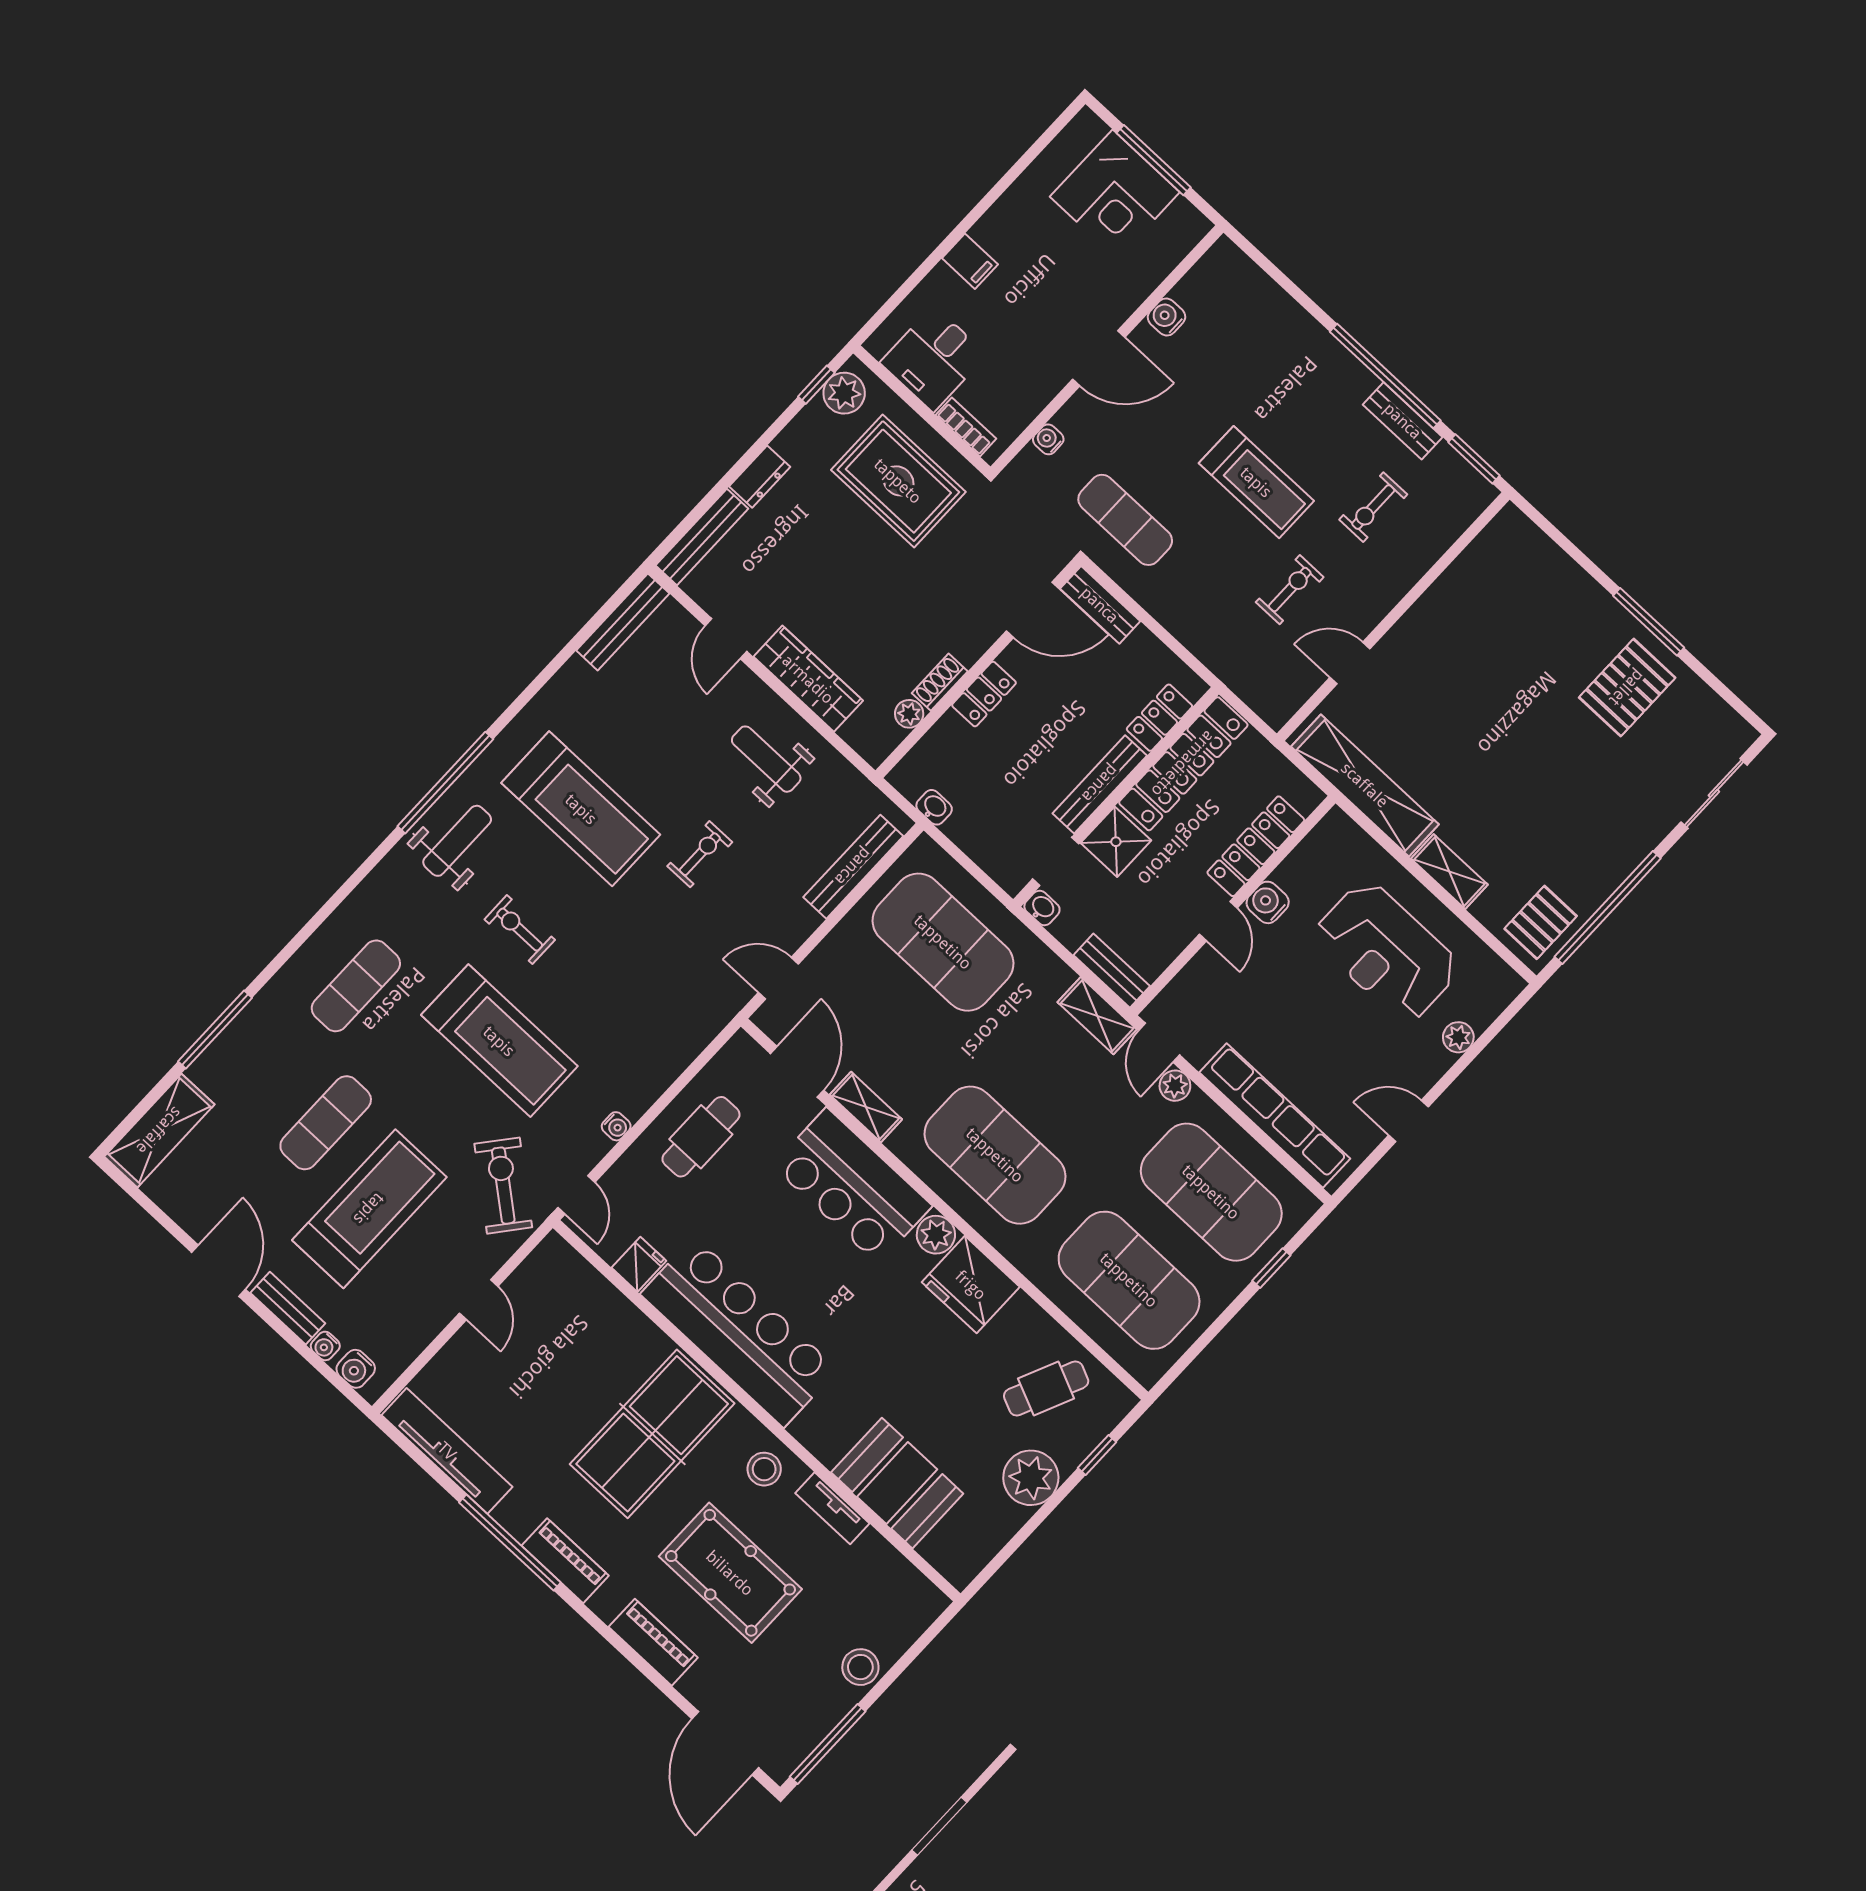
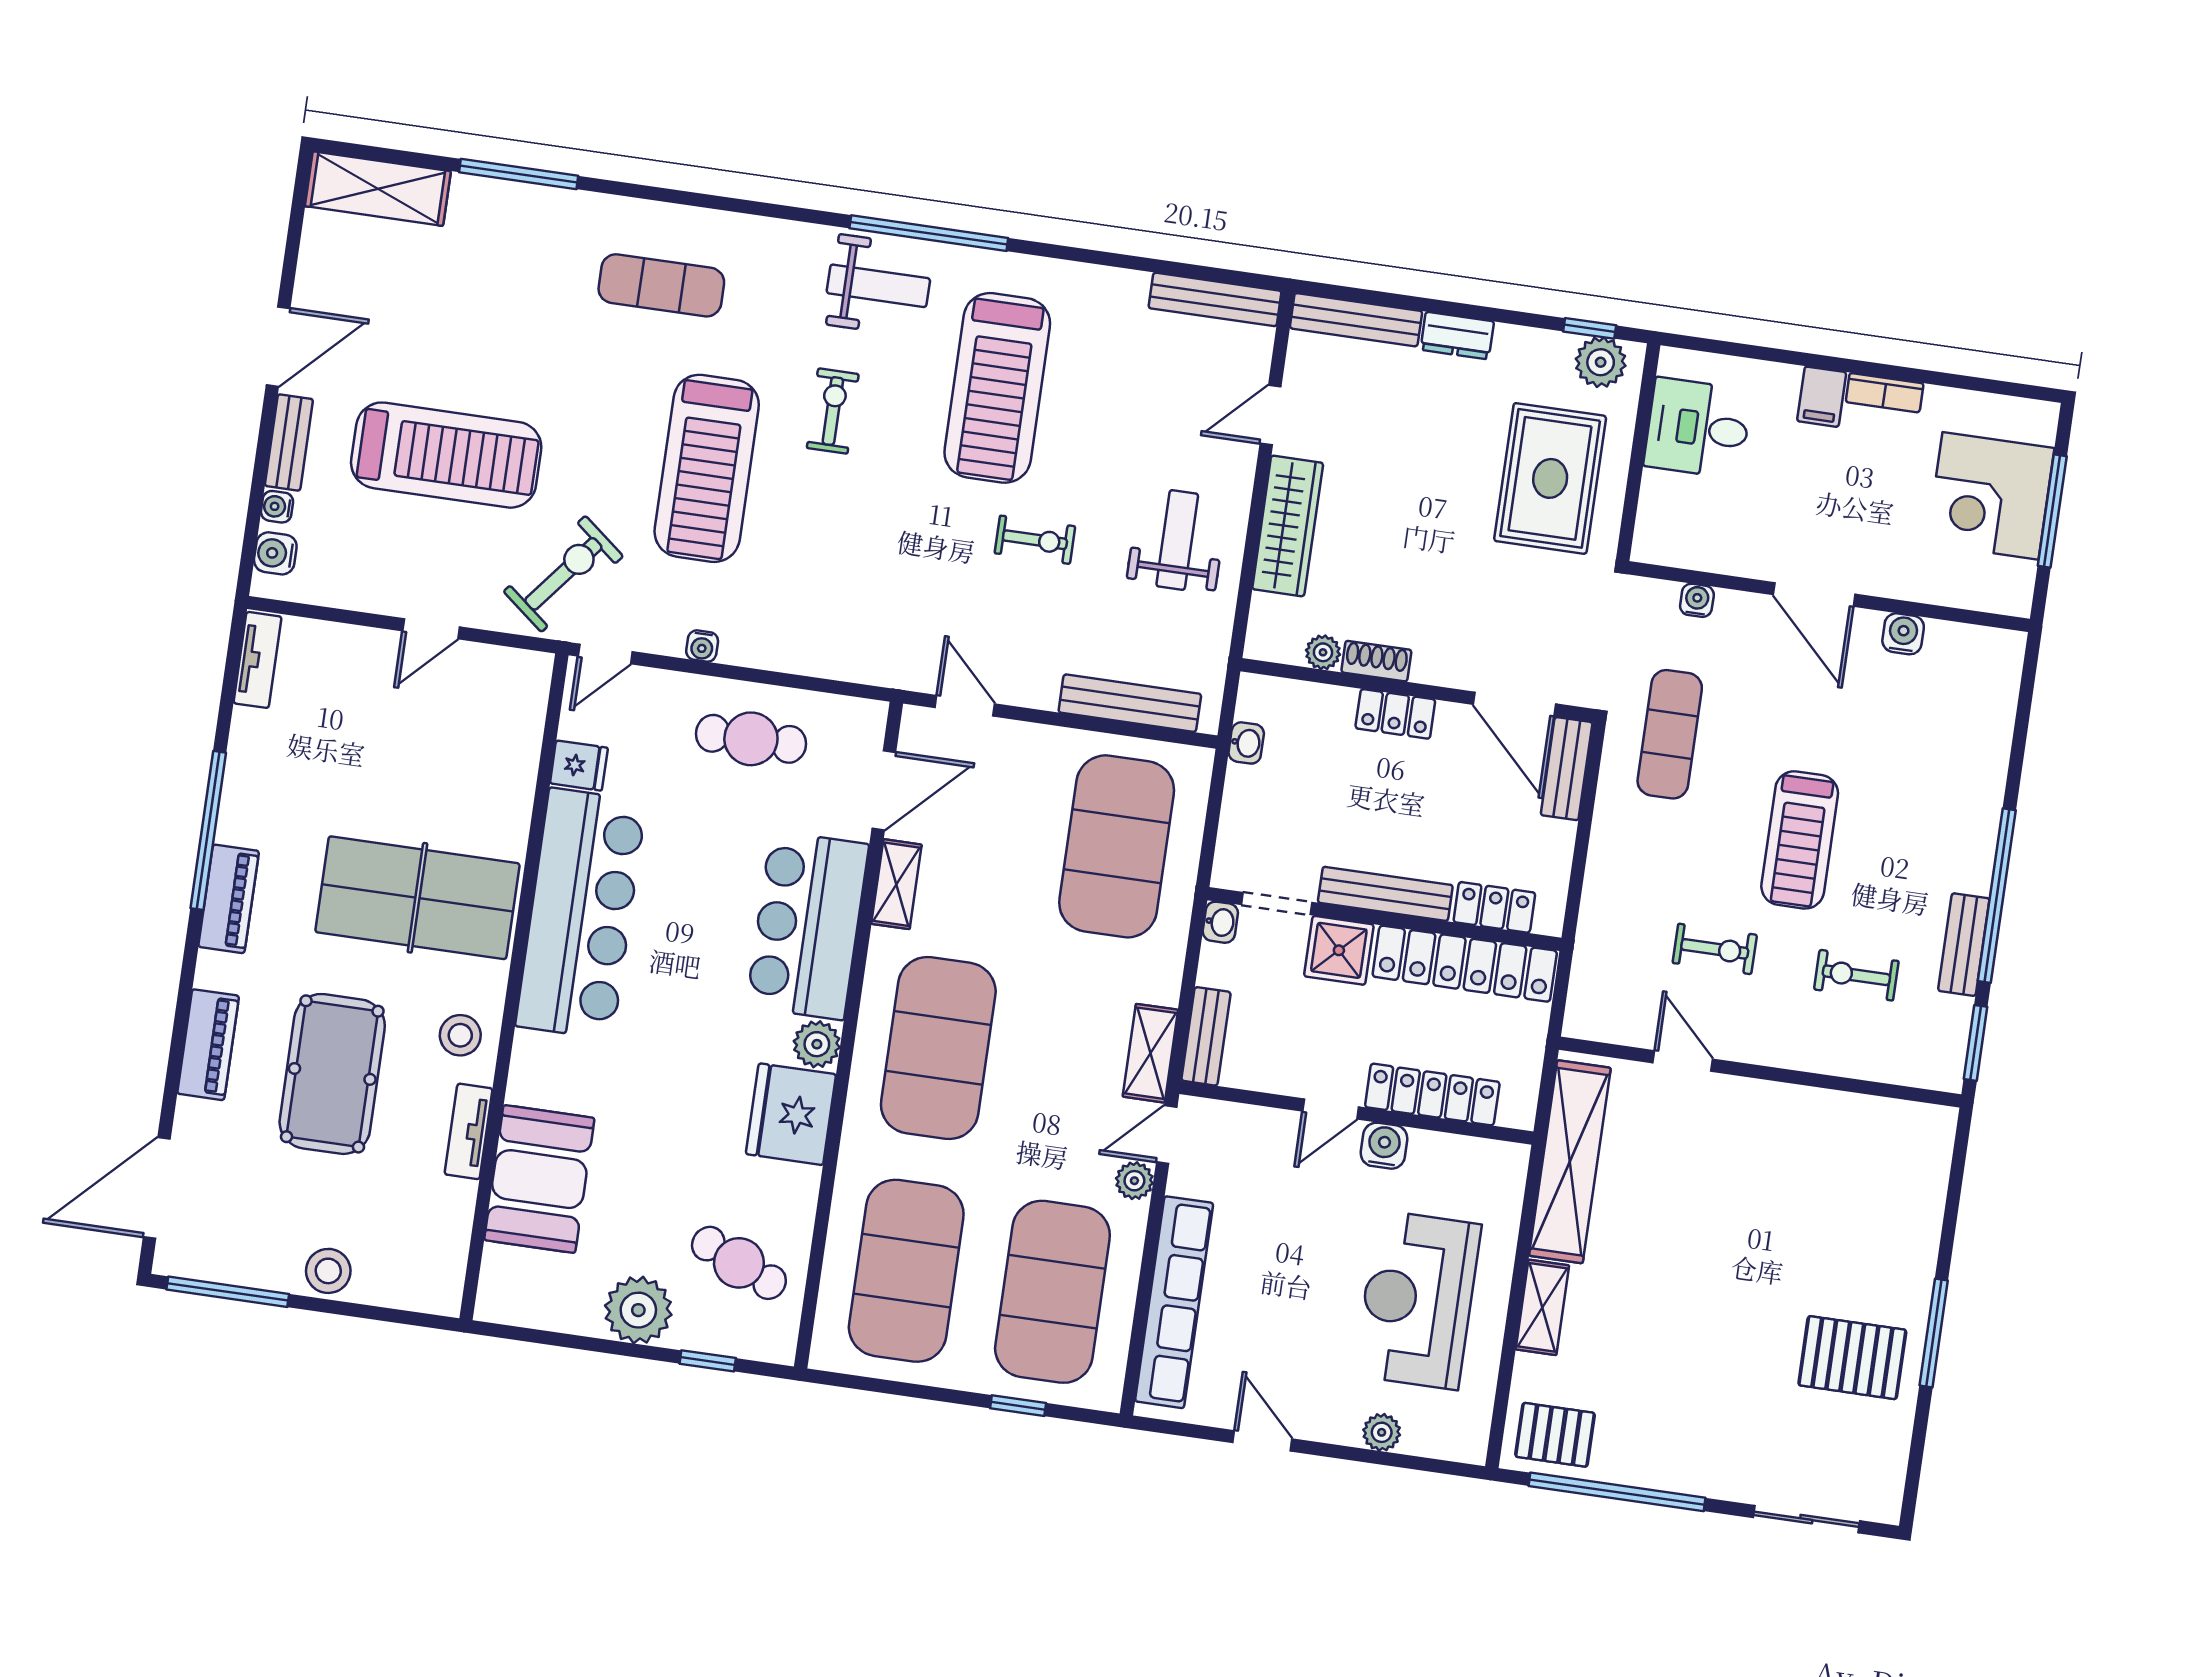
bookcase: (966, 427) -> (1885, 393), moved, turned 90
exercise mat: (326, 1123) -> (502, 351), removed
tv unit: (447, 1451) -> (257, 660), width x0.52, depth x0.78

